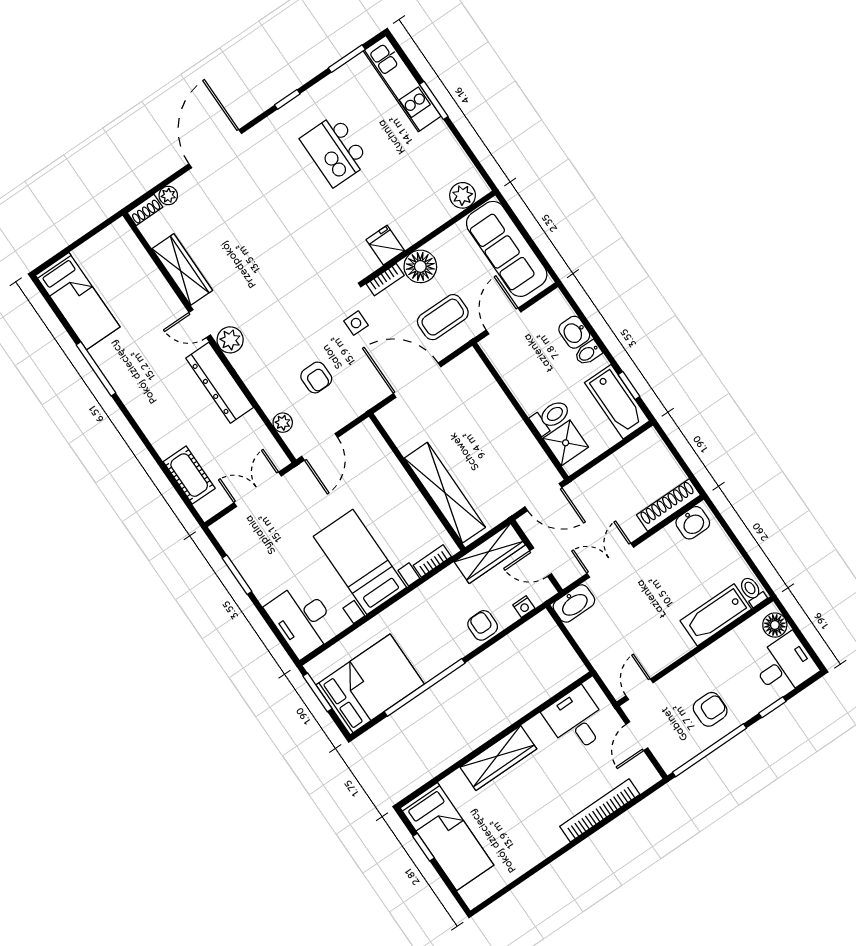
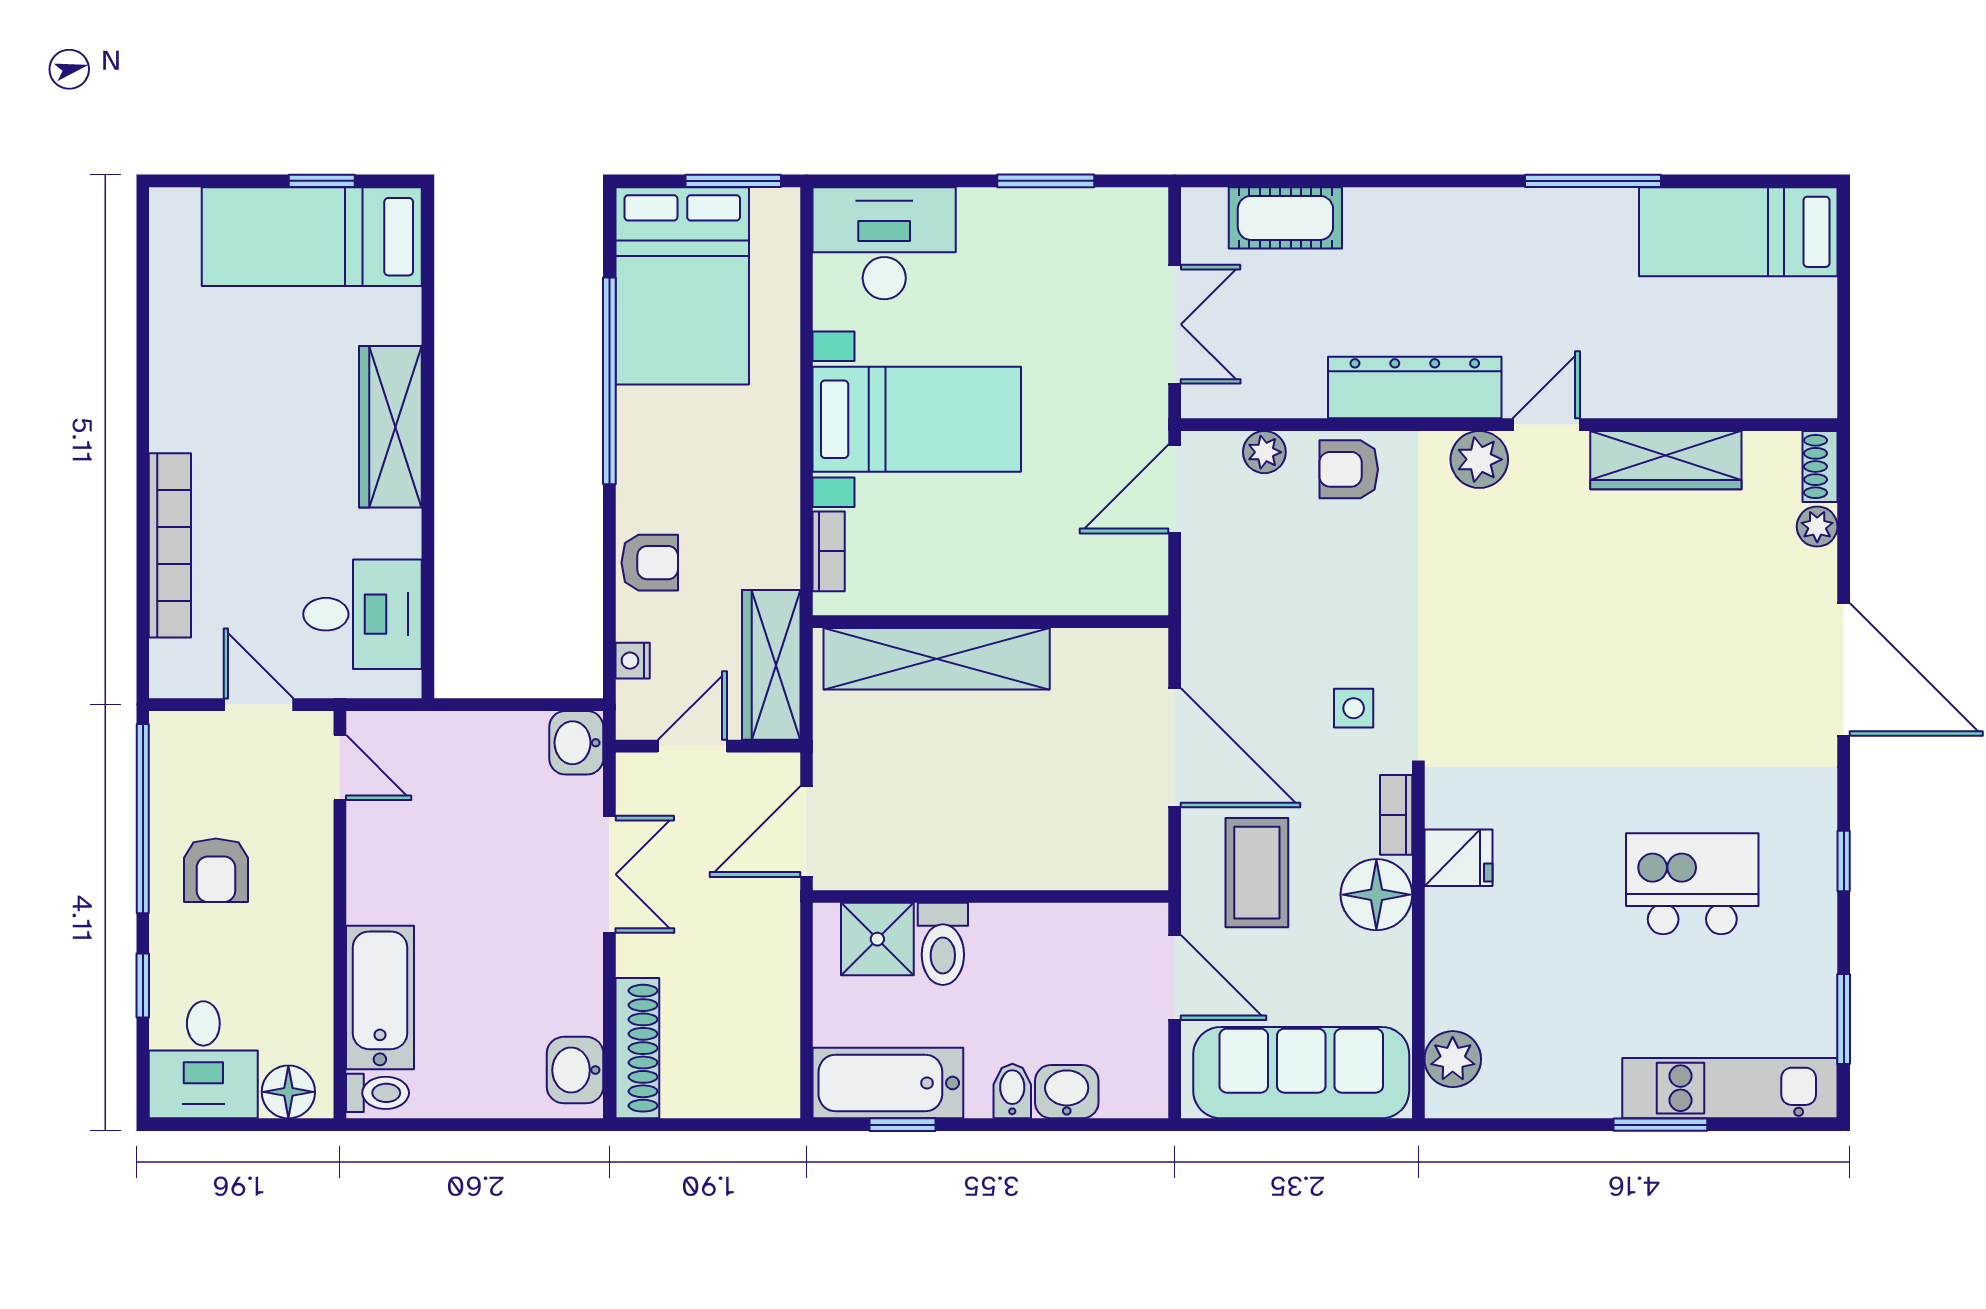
armchair: (316, 377) -> (1349, 469), moved
door: (417, 380) -> (1175, 748), hinge flipped
door: (320, 447) -> (1175, 489), hinge flipped
washbasin: (574, 603) -> (576, 743), width x0.72

